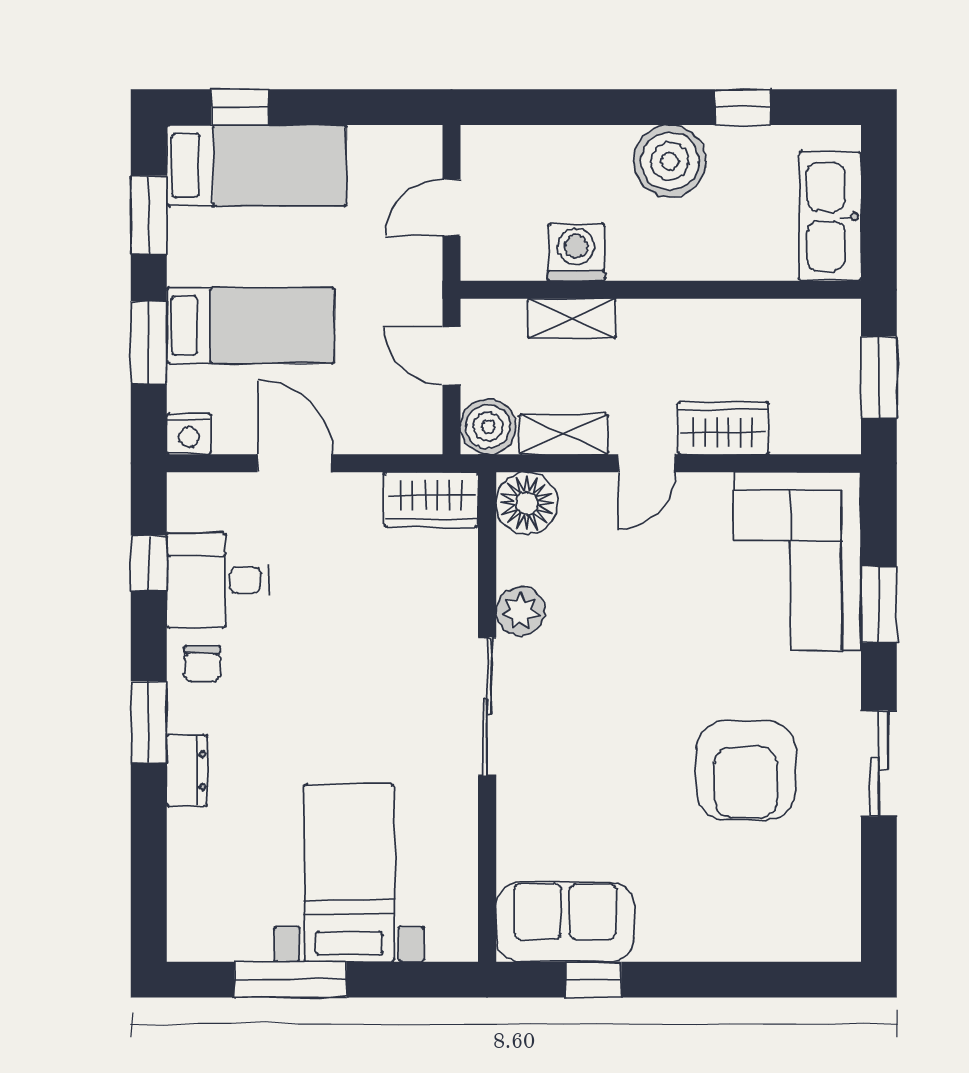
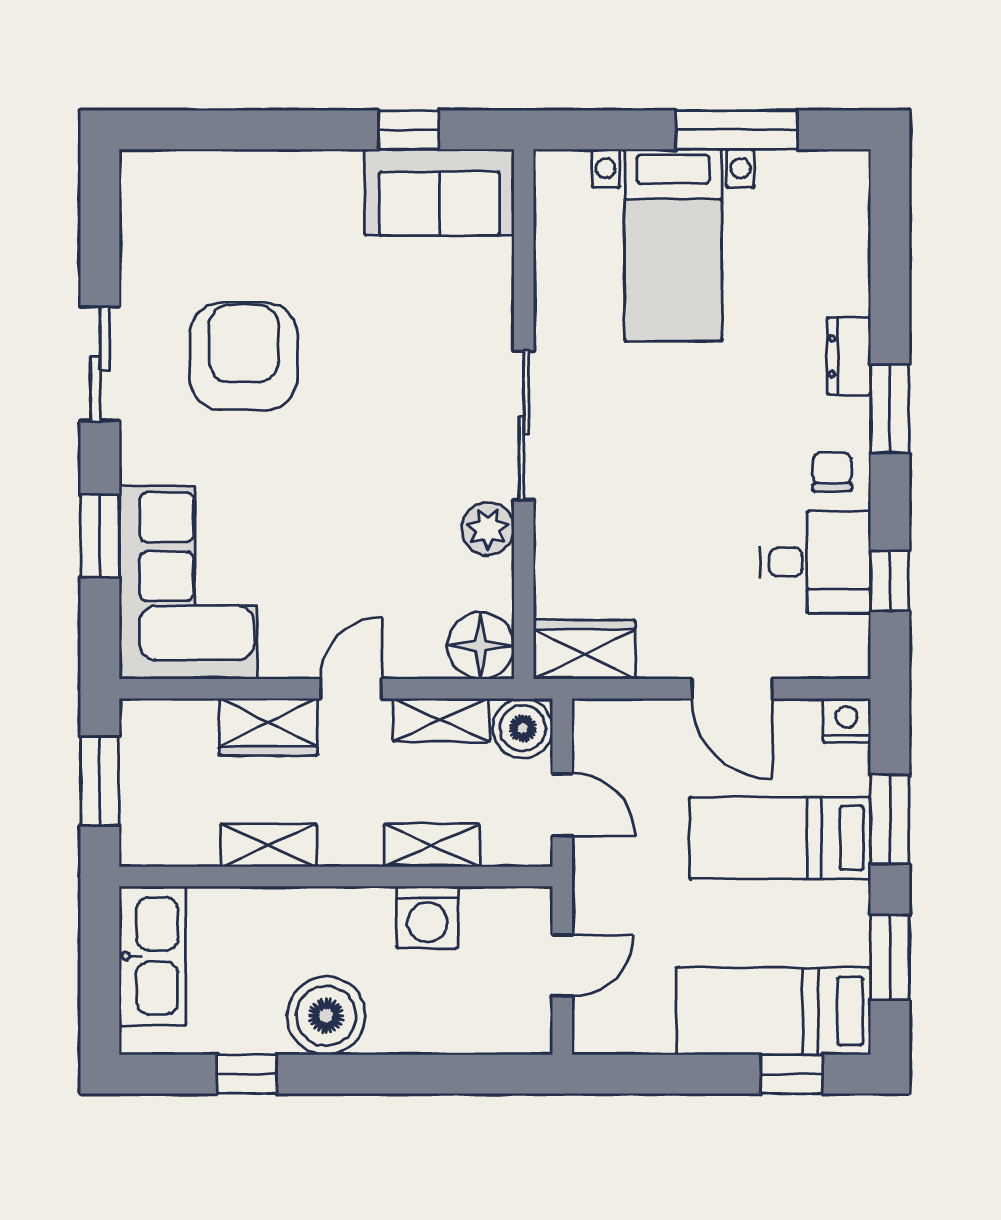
shelving: (723, 319) -> (269, 845), added

